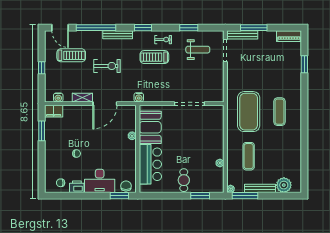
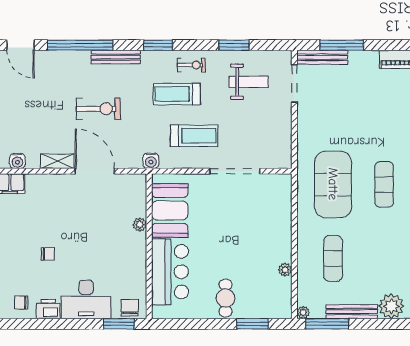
treadmill: (71, 55) -> (194, 136), moved
door: (105, 104) -> (95, 171), swing flipped

